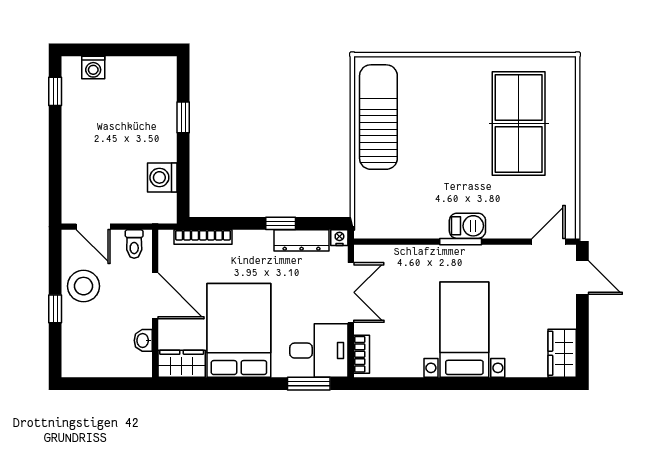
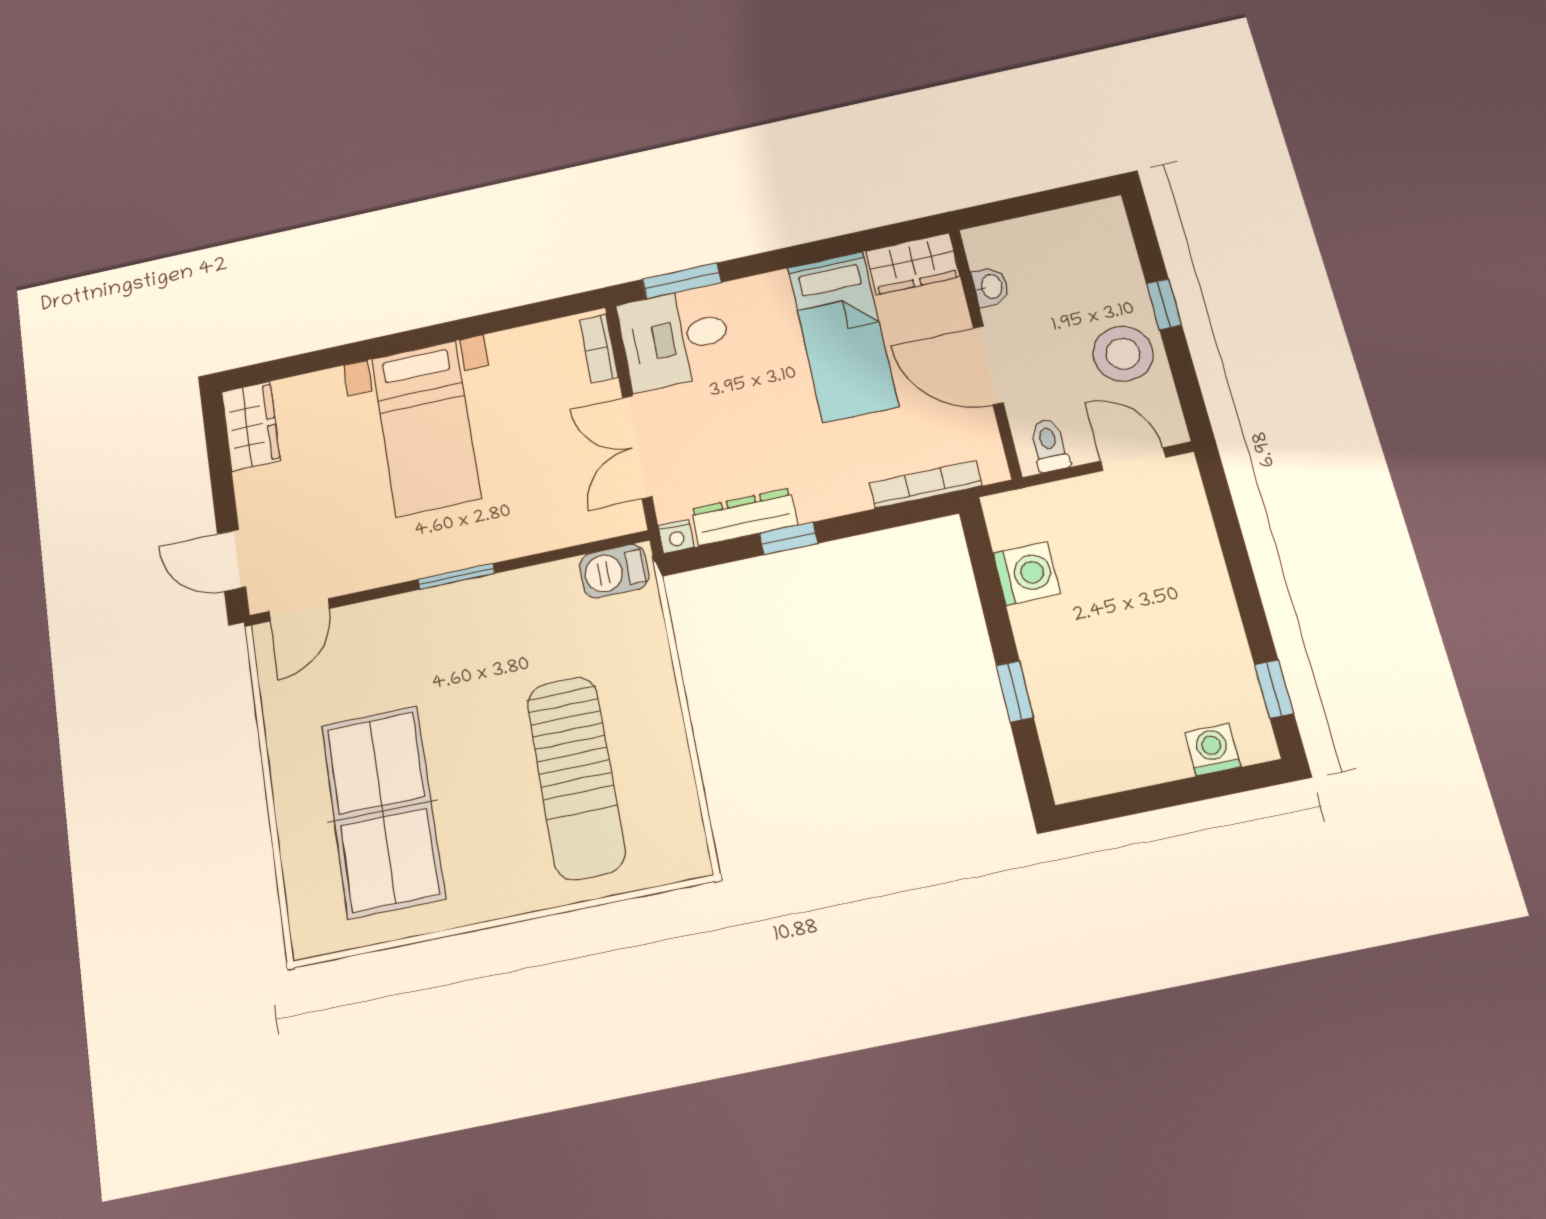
sun lounger: (378, 117) -> (576, 777), moved
barbecue: (467, 226) -> (614, 571), moved
bed: (239, 330) -> (843, 336), width x0.67

